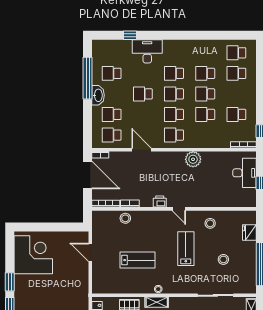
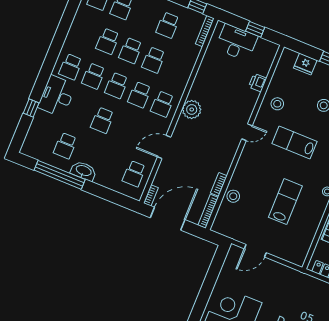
school desk: (112, 114) -> (71, 67), moved
plant: (193, 159) -> (192, 109), moved
printer: (160, 202) -> (258, 83), moved

